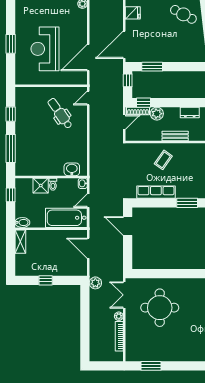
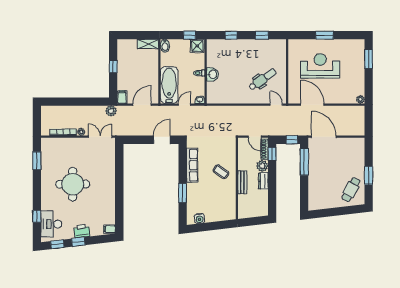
fridge: (133, 13) -> (352, 144), removed
window: (152, 67) -> (304, 162), width x1.44
dresser: (190, 112) -> (263, 181), moved
window: (11, 148) -> (231, 35), width x0.46
washbasin: (72, 169) -> (212, 74), moved
shower: (41, 186) -> (197, 46), moved
door: (88, 201) -> (184, 105), hinge flipped
filing cabinet: (80, 270) -> (122, 97), added
round table: (160, 308) -> (73, 184), moved

